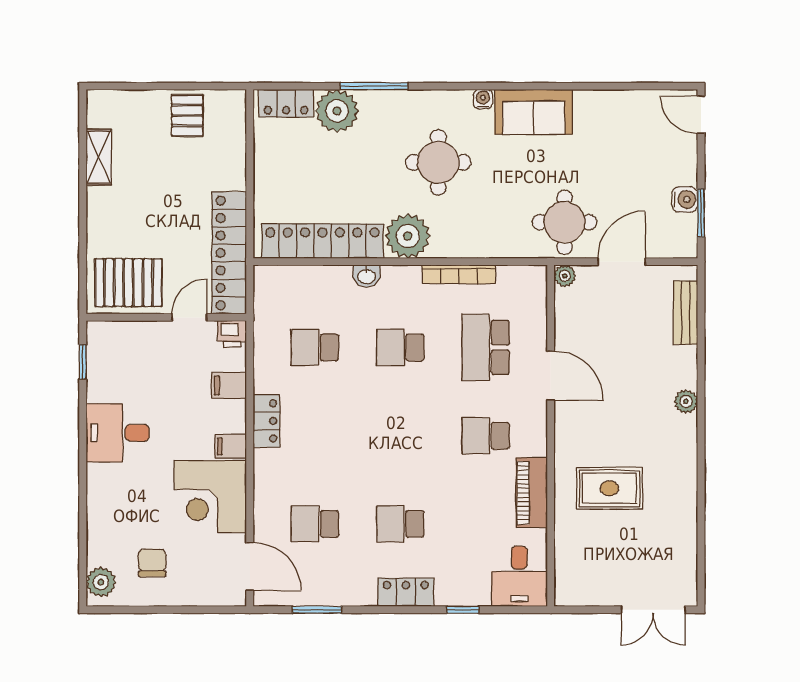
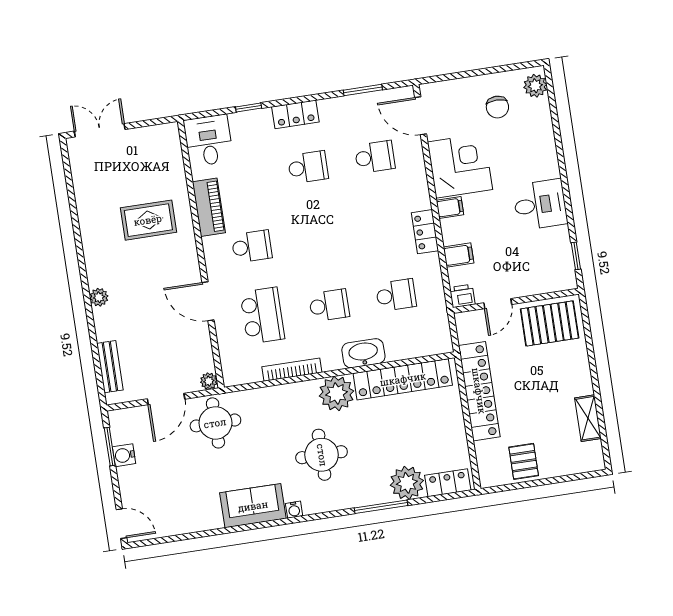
locker: (229, 253) -> (479, 391), moved
washbasin: (367, 276) -> (363, 353), width x1.91, depth x1.45

